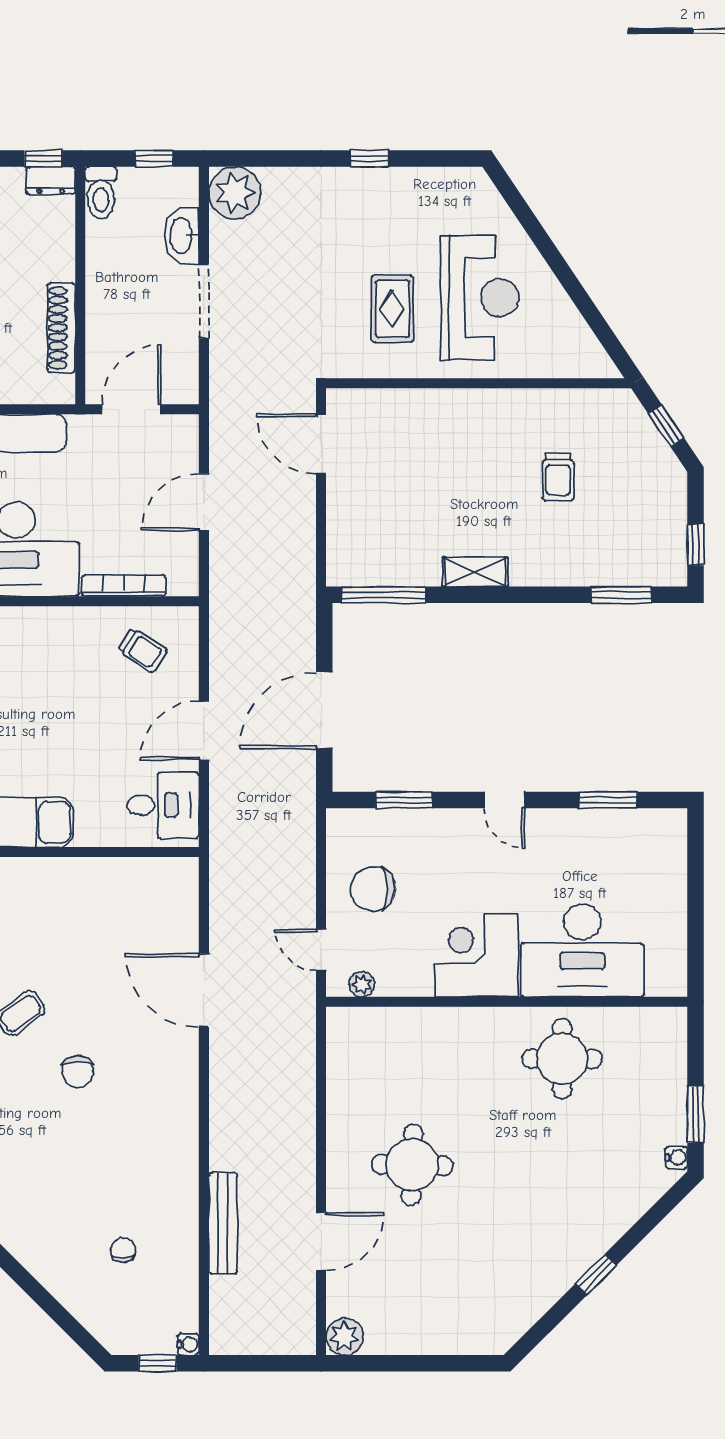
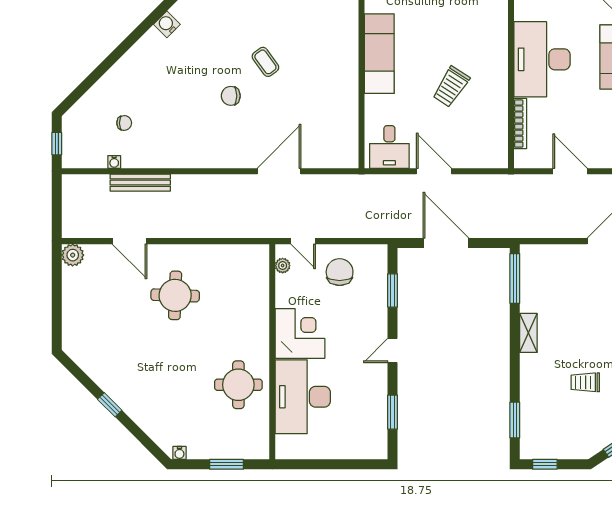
trolley: (143, 650) -> (451, 87), moved, width x1.36, depth x1.39
door: (321, 950) -> (303, 241), swing flipped
window: (696, 1114) -> (227, 464), moved
water cooler: (188, 1344) -> (114, 162), moved

